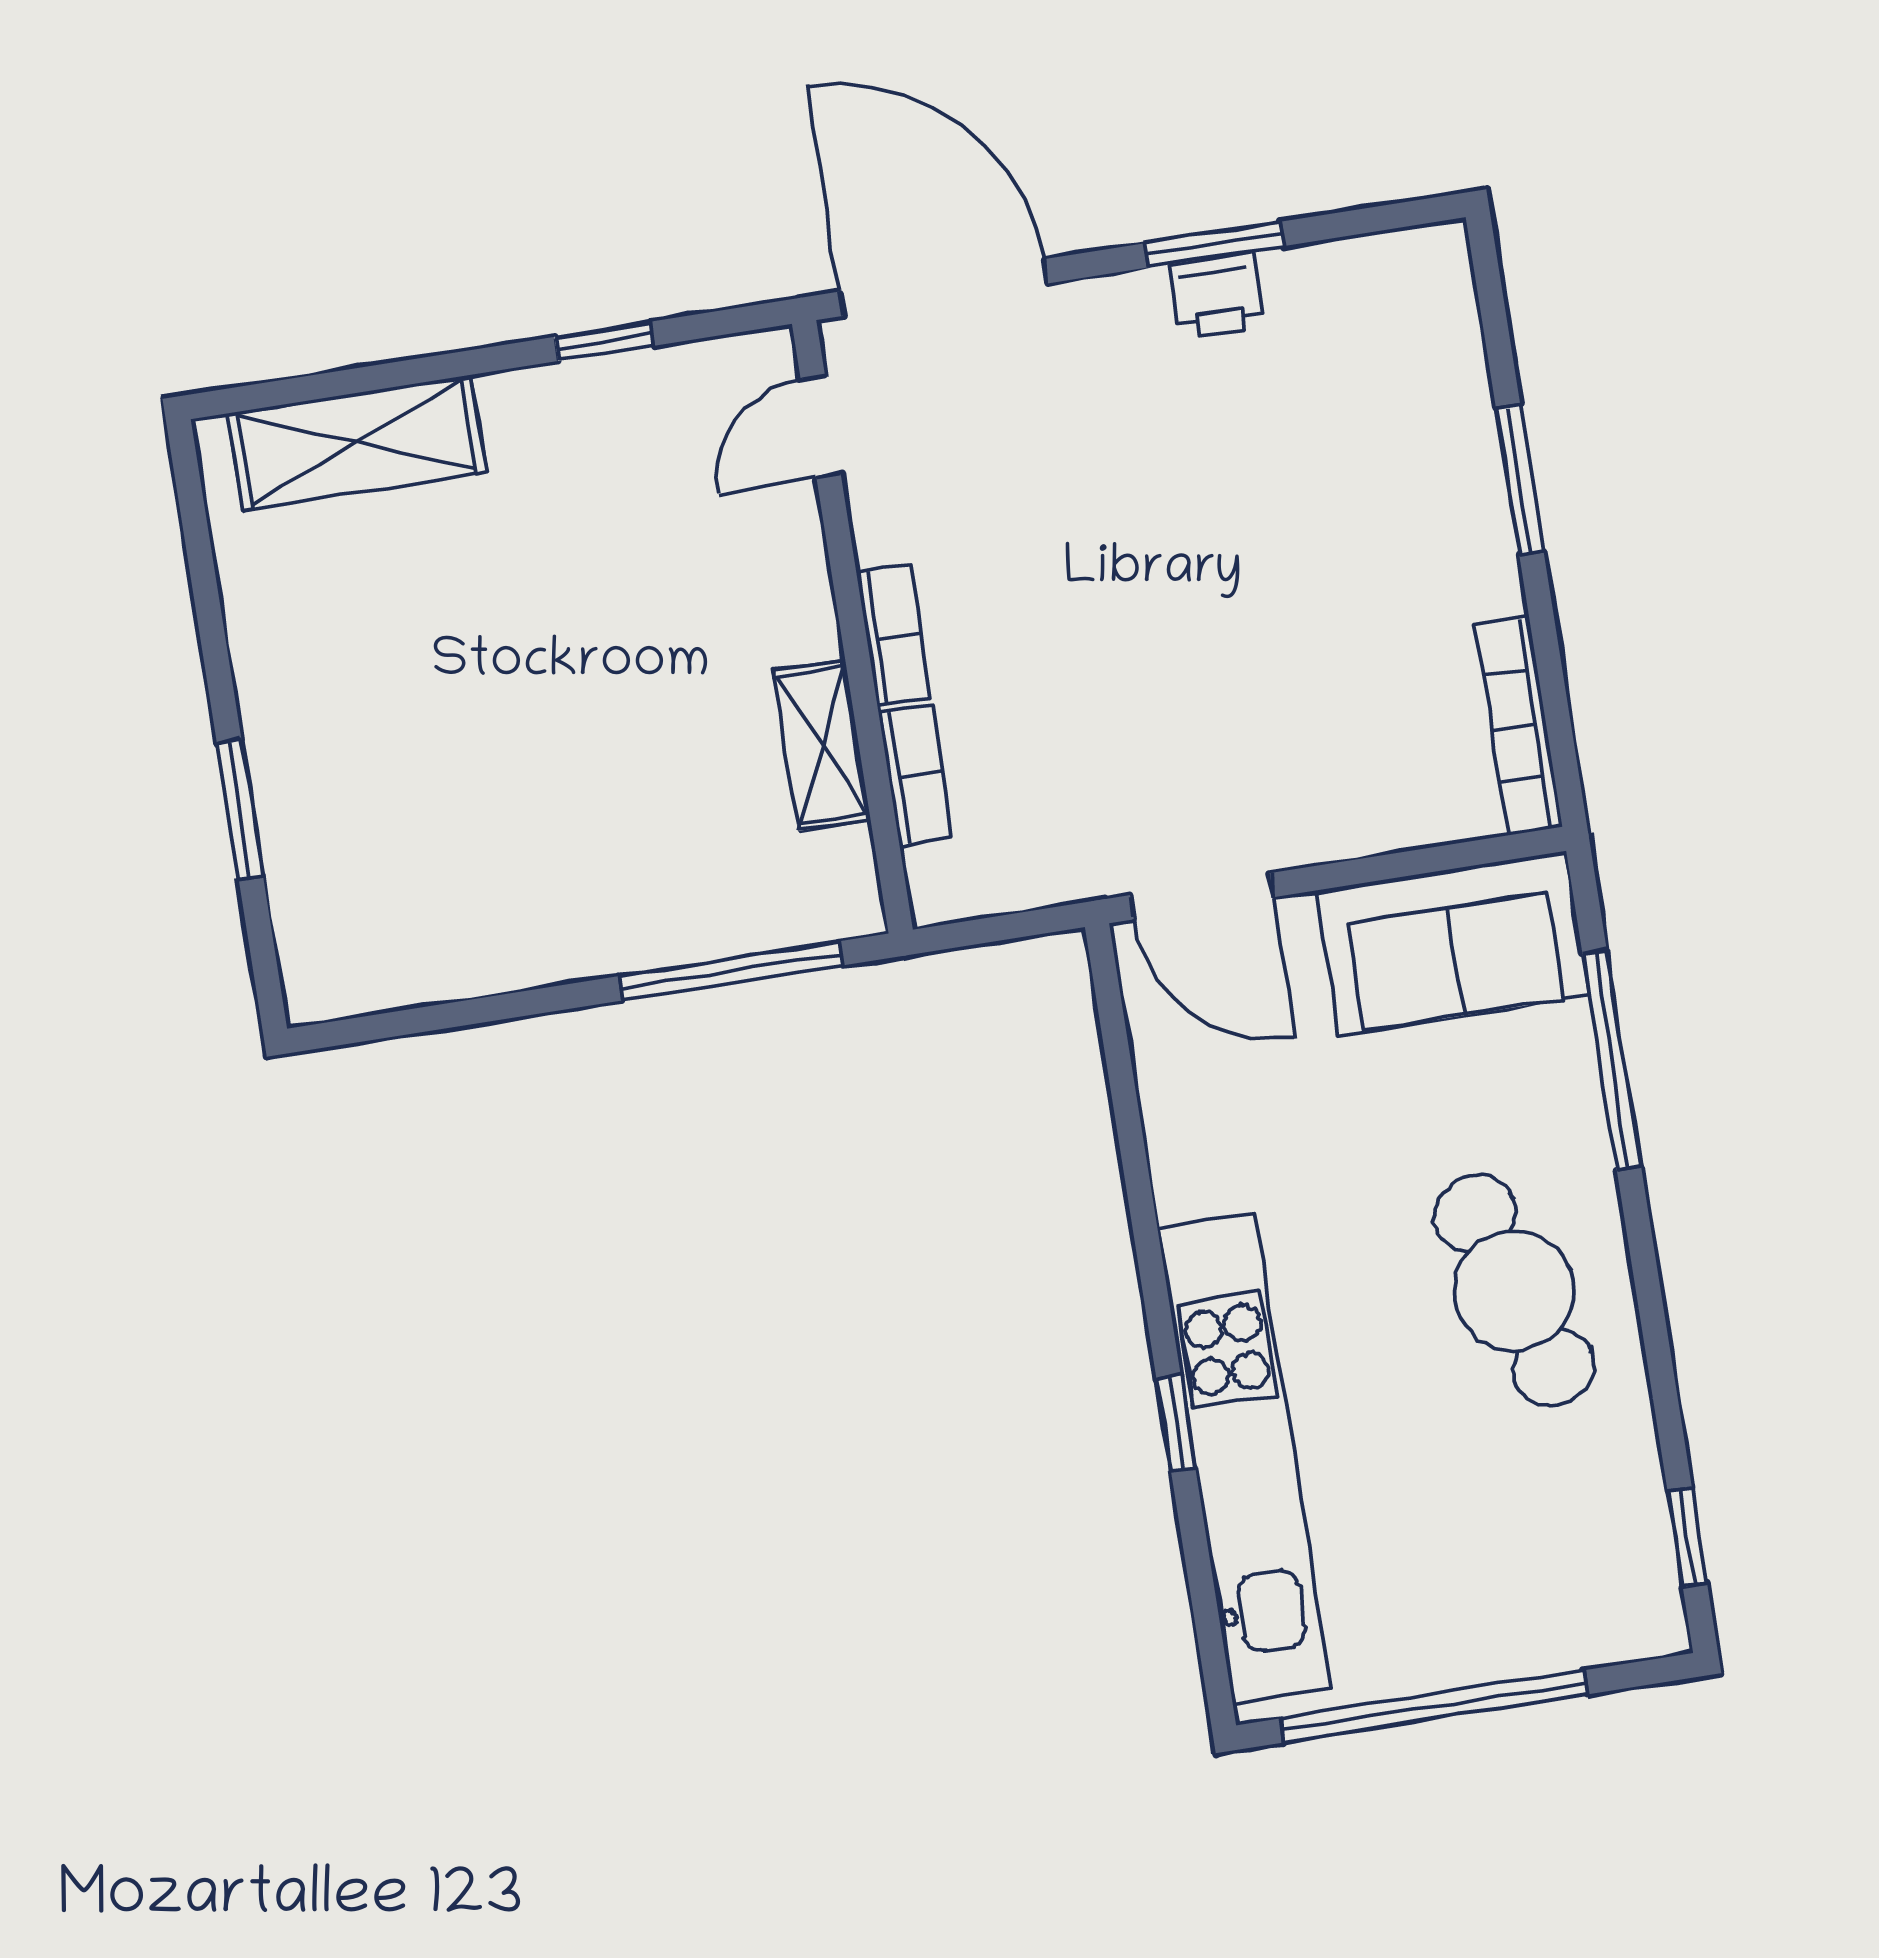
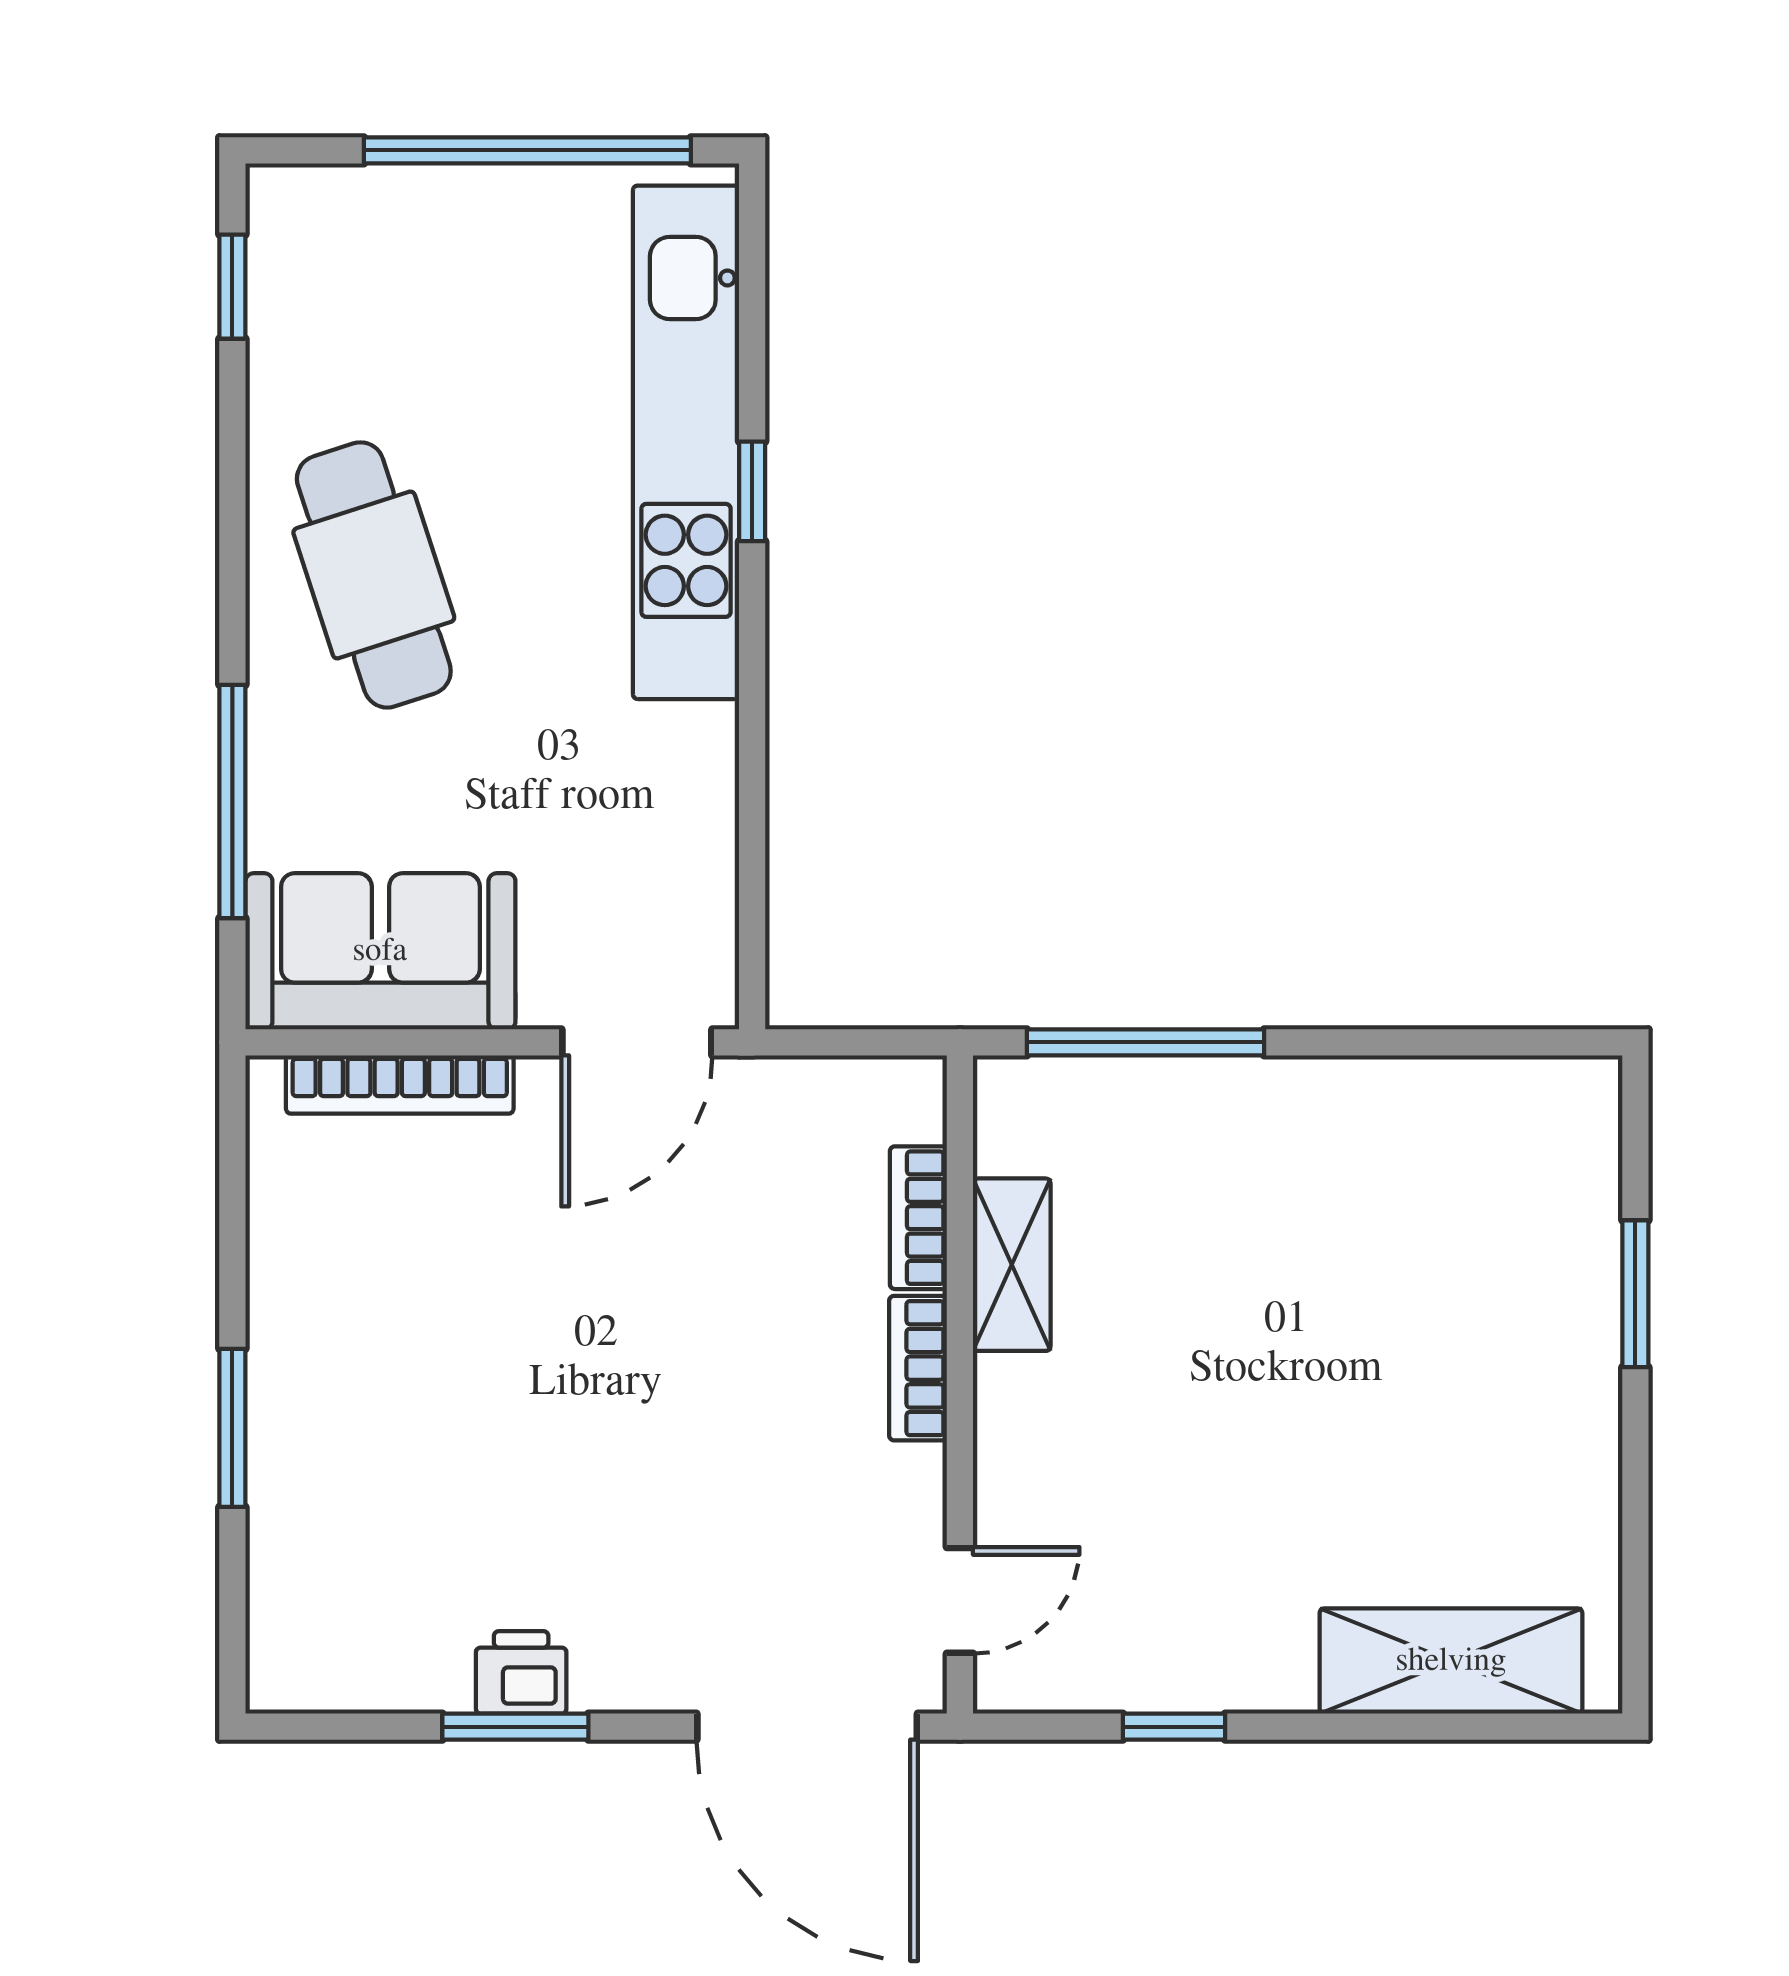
bookcase: (1519, 726) -> (400, 1084), moved, turned 90
door: (1202, 896) -> (637, 1042), swing flipped

